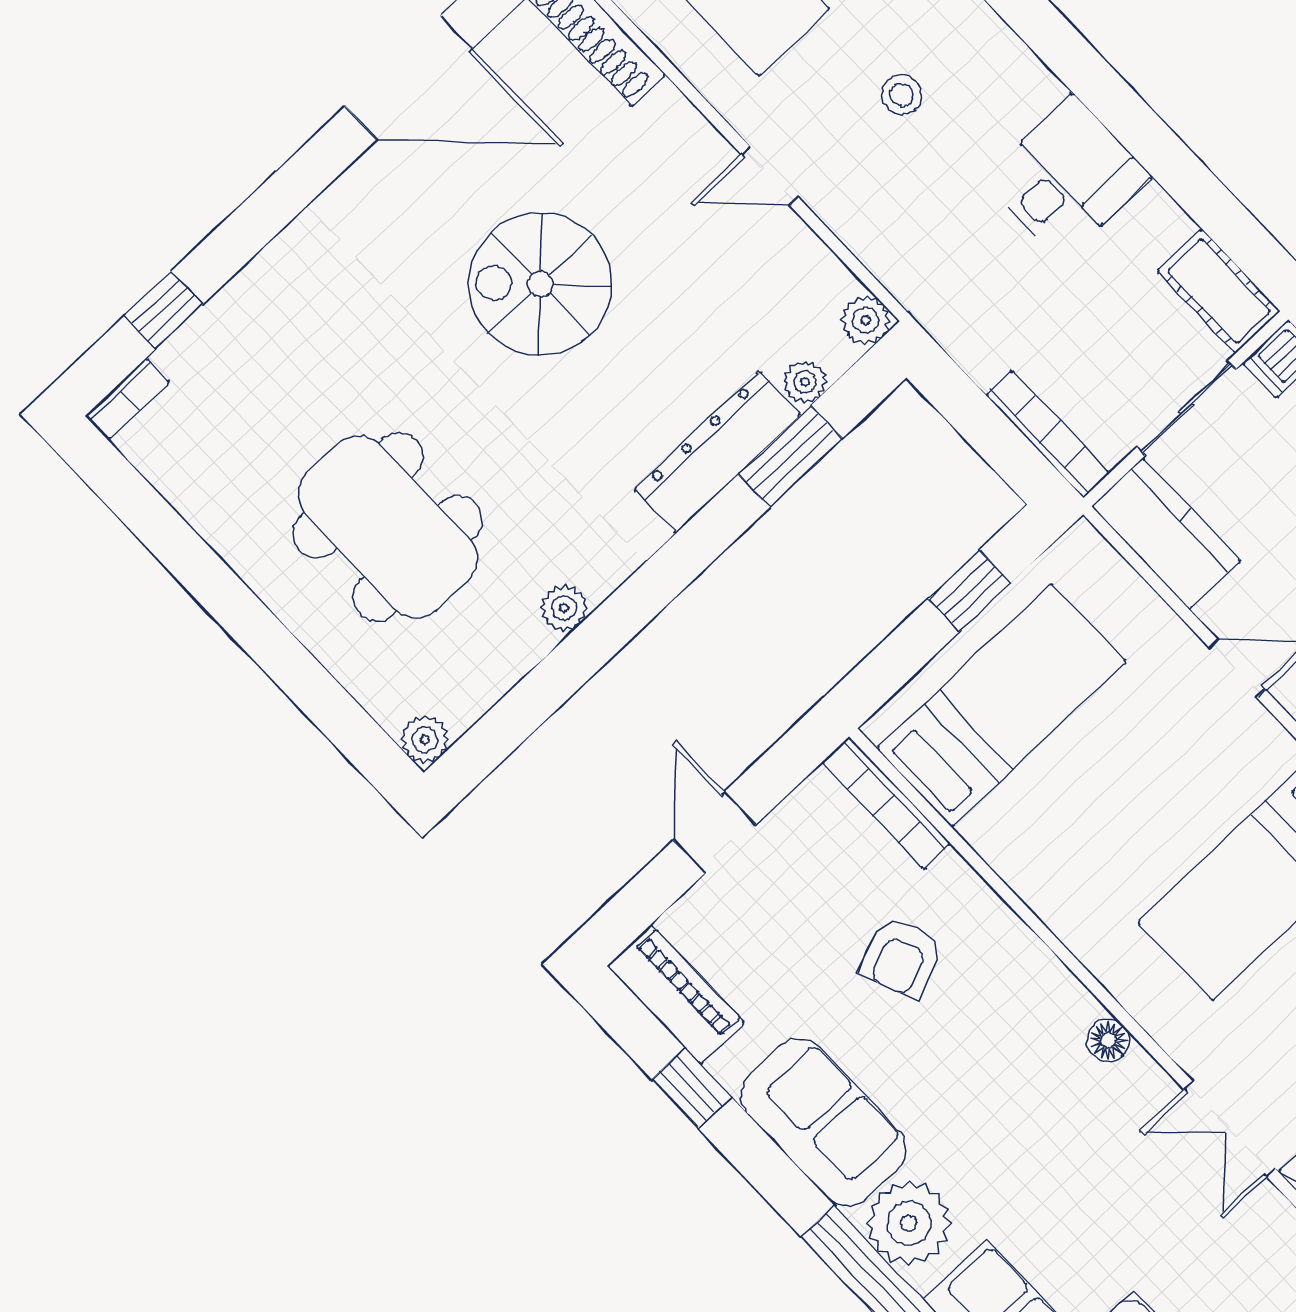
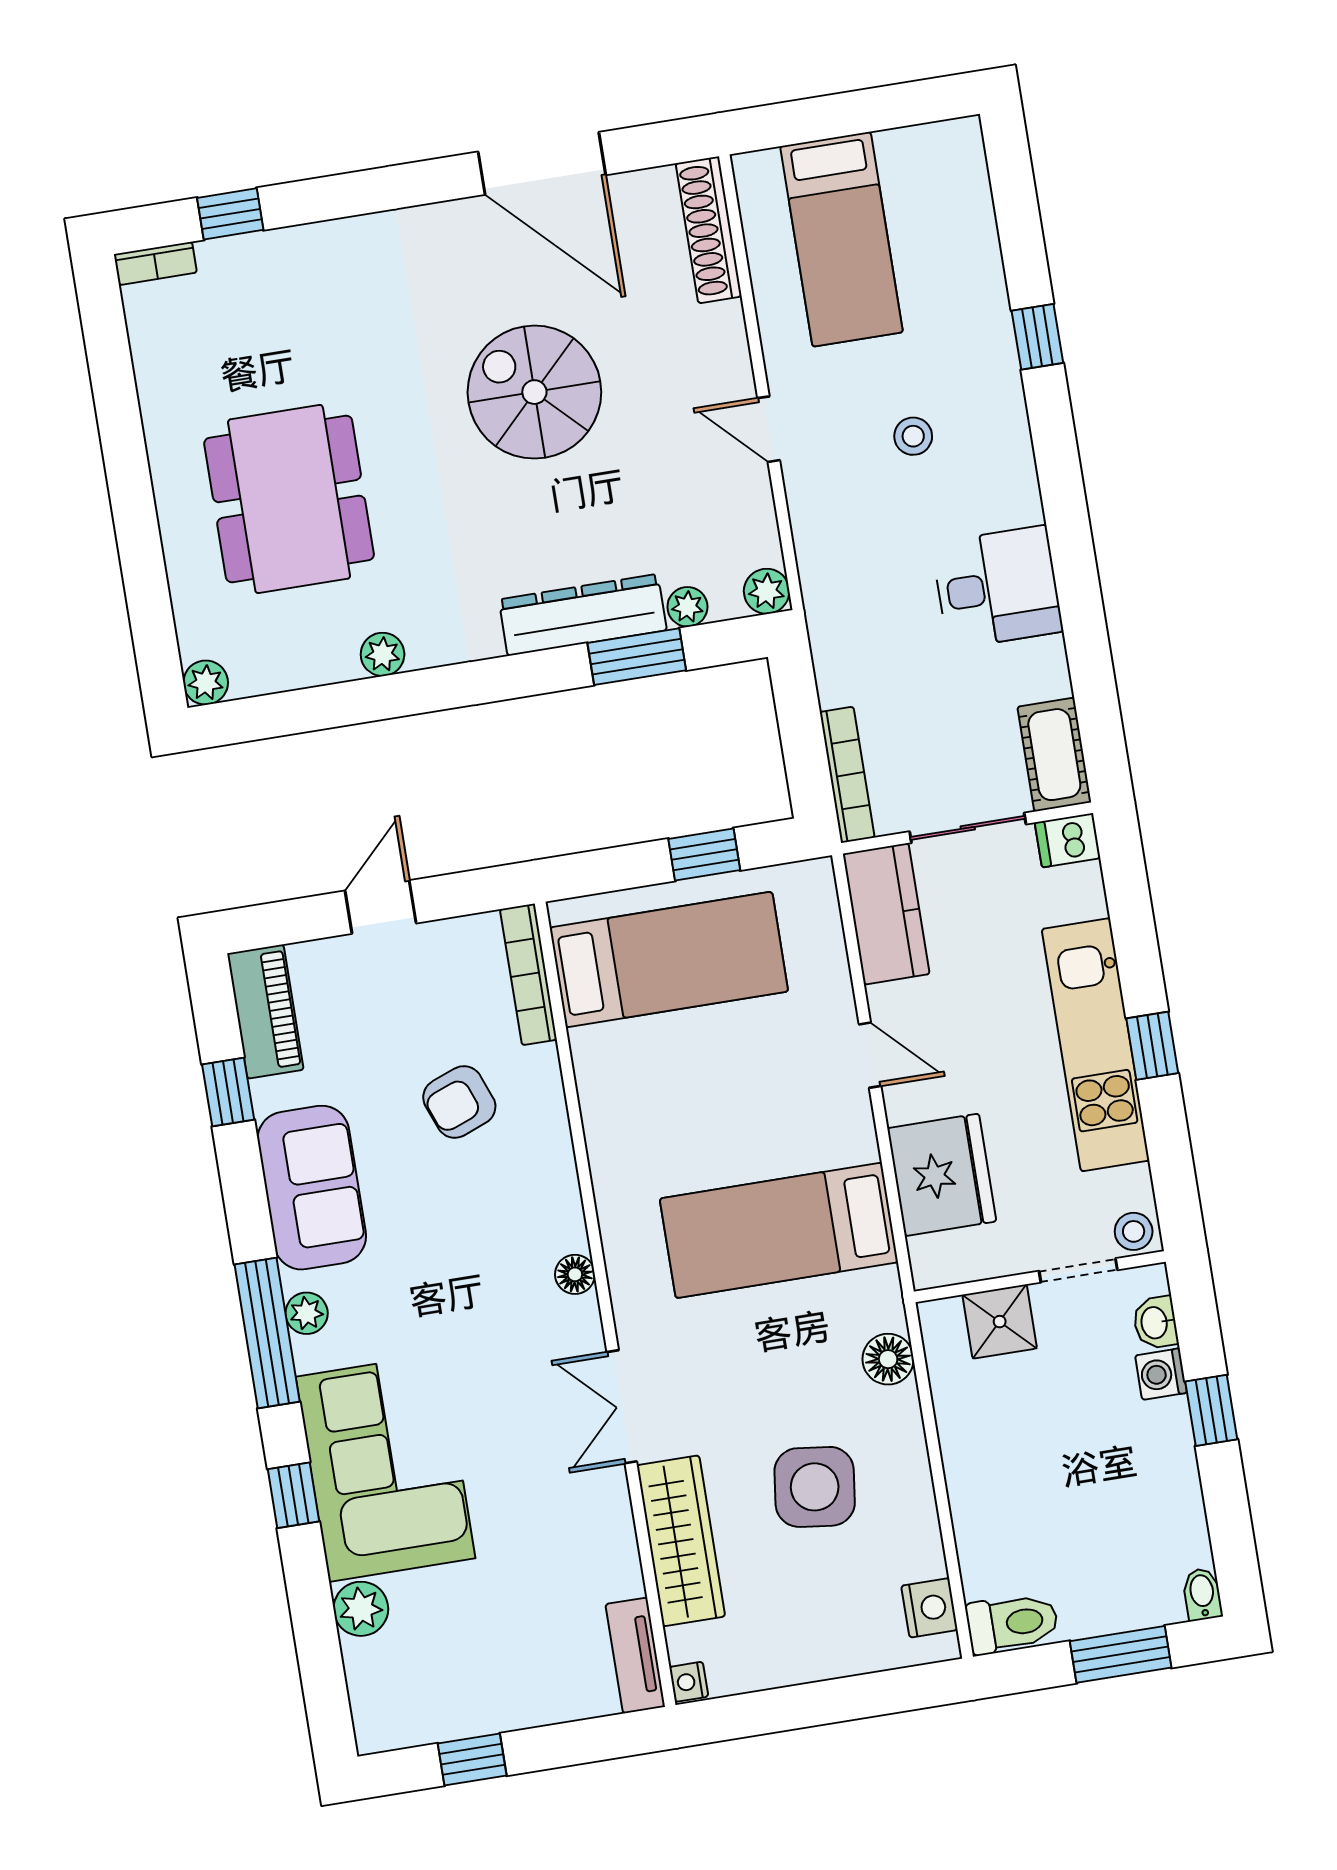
plant: (909, 1223) -> (307, 1313), width x0.53, depth x0.53

